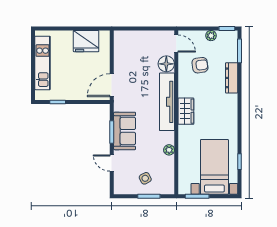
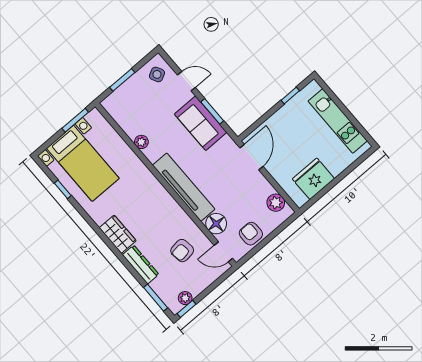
plant: (211, 36) -> (185, 298), moved
armchair: (151, 40) -> (251, 234), added
plant: (120, 46) -> (276, 203), added
wardrobe: (186, 111) -> (118, 234), moved, turned 180
side table: (145, 178) -> (157, 74), moved

